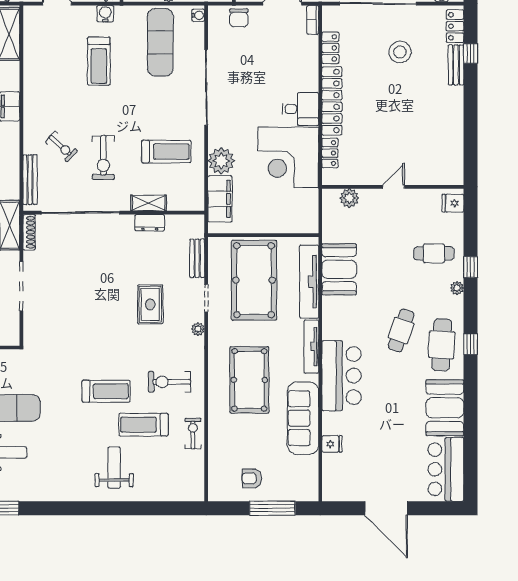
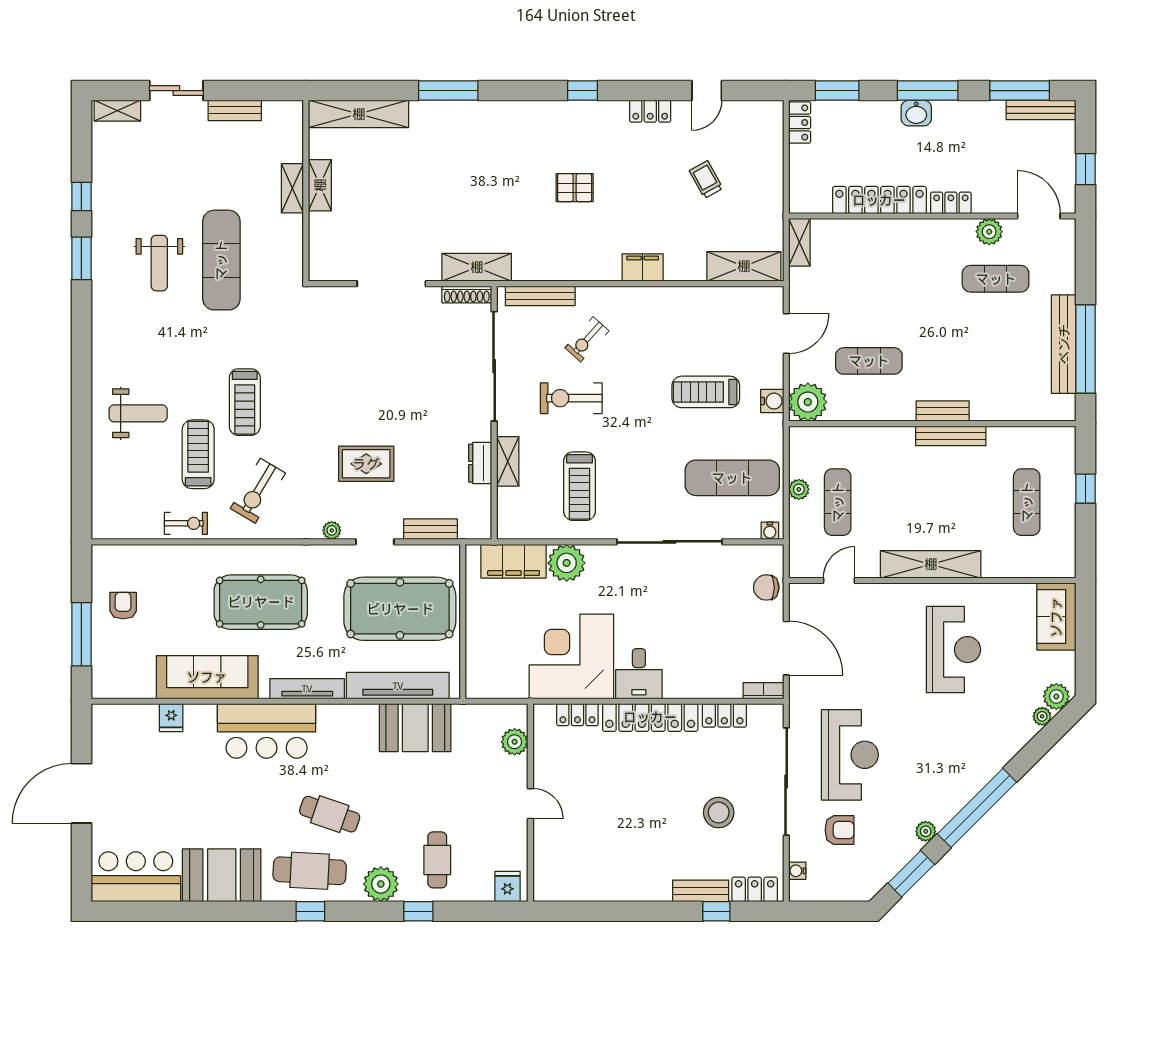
plant: (457, 288) -> (381, 884), width x1.88, depth x1.88
exercise bike: (170, 382) -> (258, 491), turned -149

